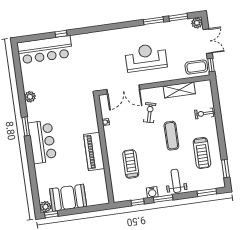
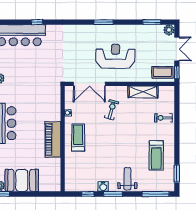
window: (154, 21) -> (104, 22), moved
exercise mat: (171, 136) -> (129, 135), removed
treadmill: (131, 164) -> (78, 138), moved
window: (207, 192) -> (156, 194), width x1.44

